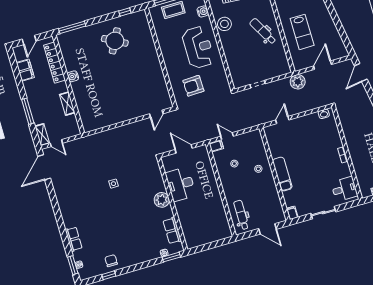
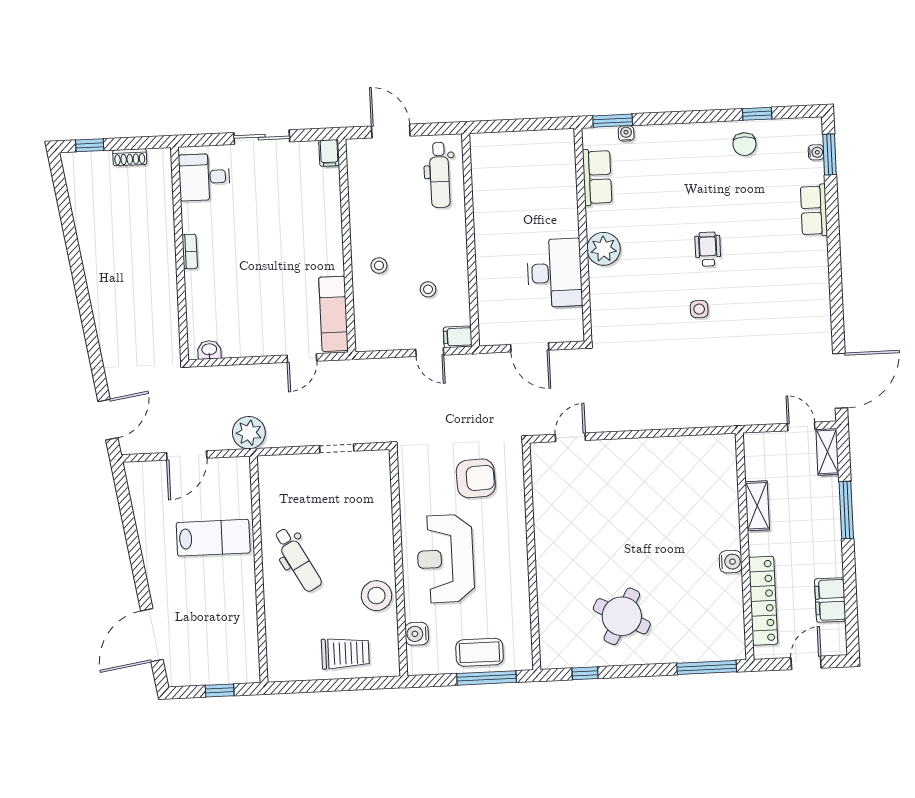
lab bench: (302, 32) -> (213, 538), turned 90
exam couch: (282, 174) -> (333, 314), moved
wheelchair: (116, 211) -> (708, 249), added

